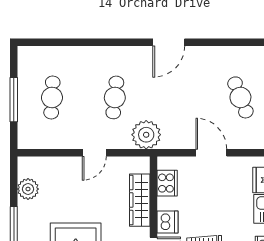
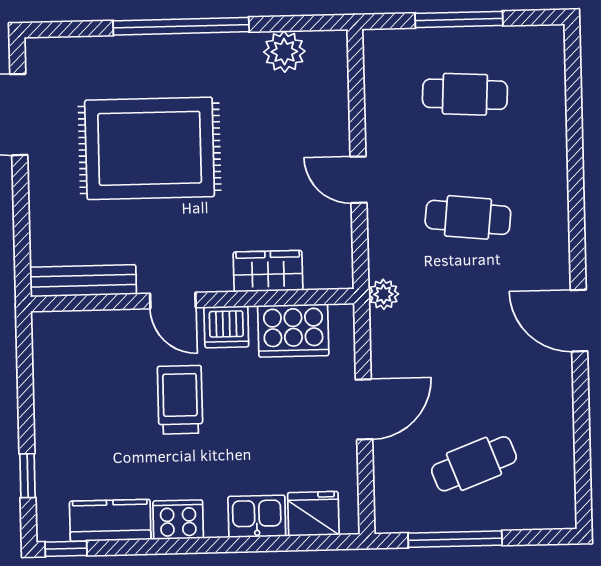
plant: (146, 135) -> (384, 294), width x0.53, depth x0.53
cooker: (167, 183) -> (293, 331), width x1.37, depth x1.31
wardrobe: (140, 200) -> (268, 271), width x0.67

